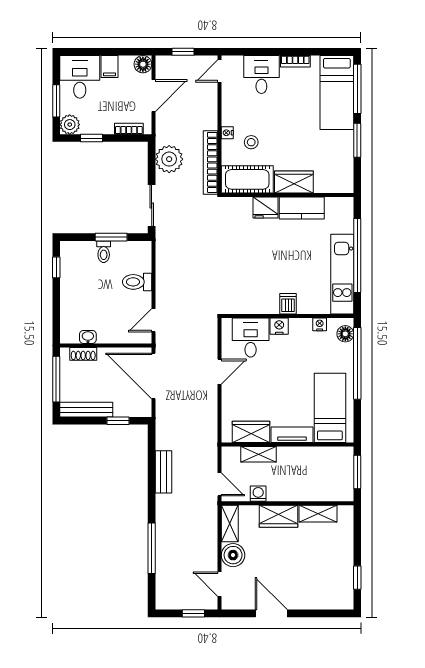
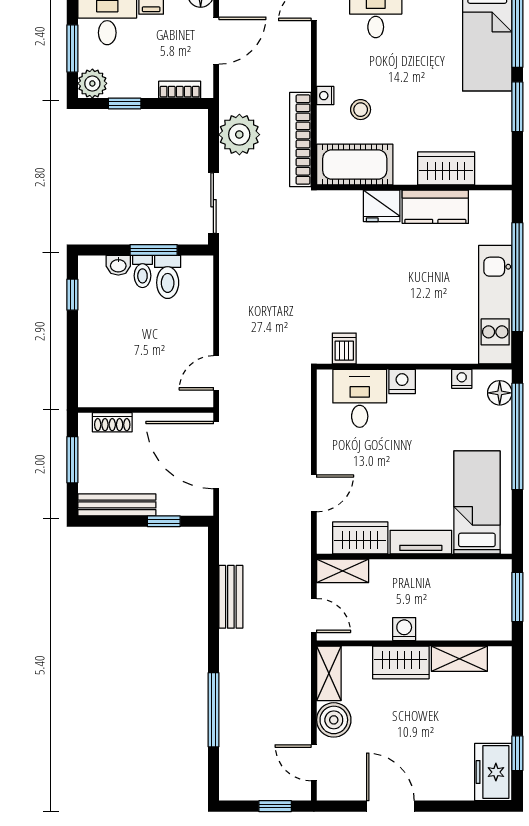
wardrobe: (294, 182) -> (446, 168), moved
toilet: (137, 282) -> (168, 277), moved, turned -90
dishwasher: (288, 304) -> (344, 348), moved
washbasin: (88, 337) -> (118, 265), moved, turned 180
door: (220, 372) -> (314, 493), moved
window: (56, 379) -> (72, 460), width x0.69
shelving: (258, 454) -> (343, 571), moved
washing machine: (258, 494) -> (404, 629), moved
freezer: (341, 590) -> (493, 772), added

